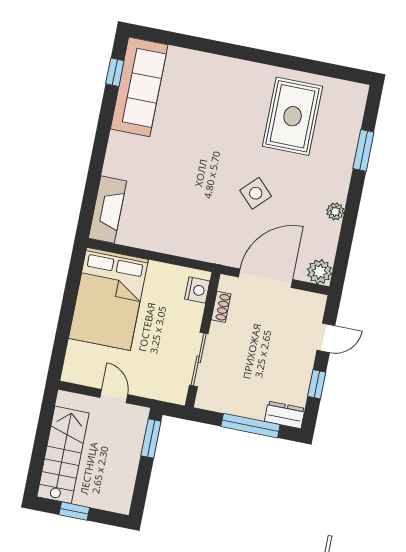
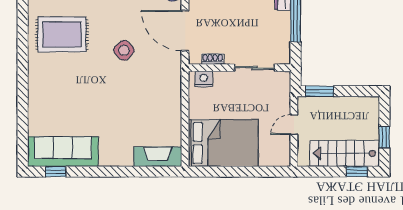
window: (36, 466) -> (357, 172), added

